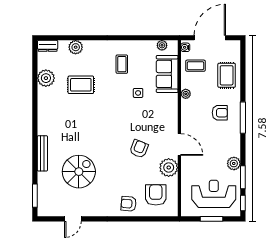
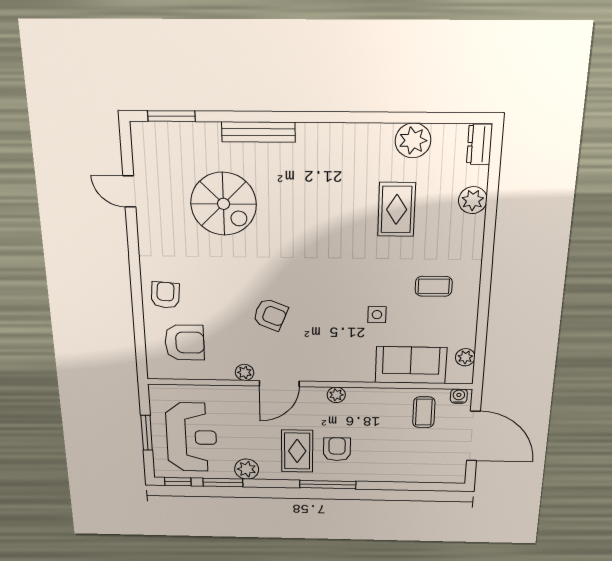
rug: (227, 75) -> (297, 451), moved, turned 90
plant: (186, 94) -> (336, 395), moved
armchair: (220, 113) -> (337, 449), turned 180
plant: (169, 168) -> (245, 372), width x0.53, depth x0.53

